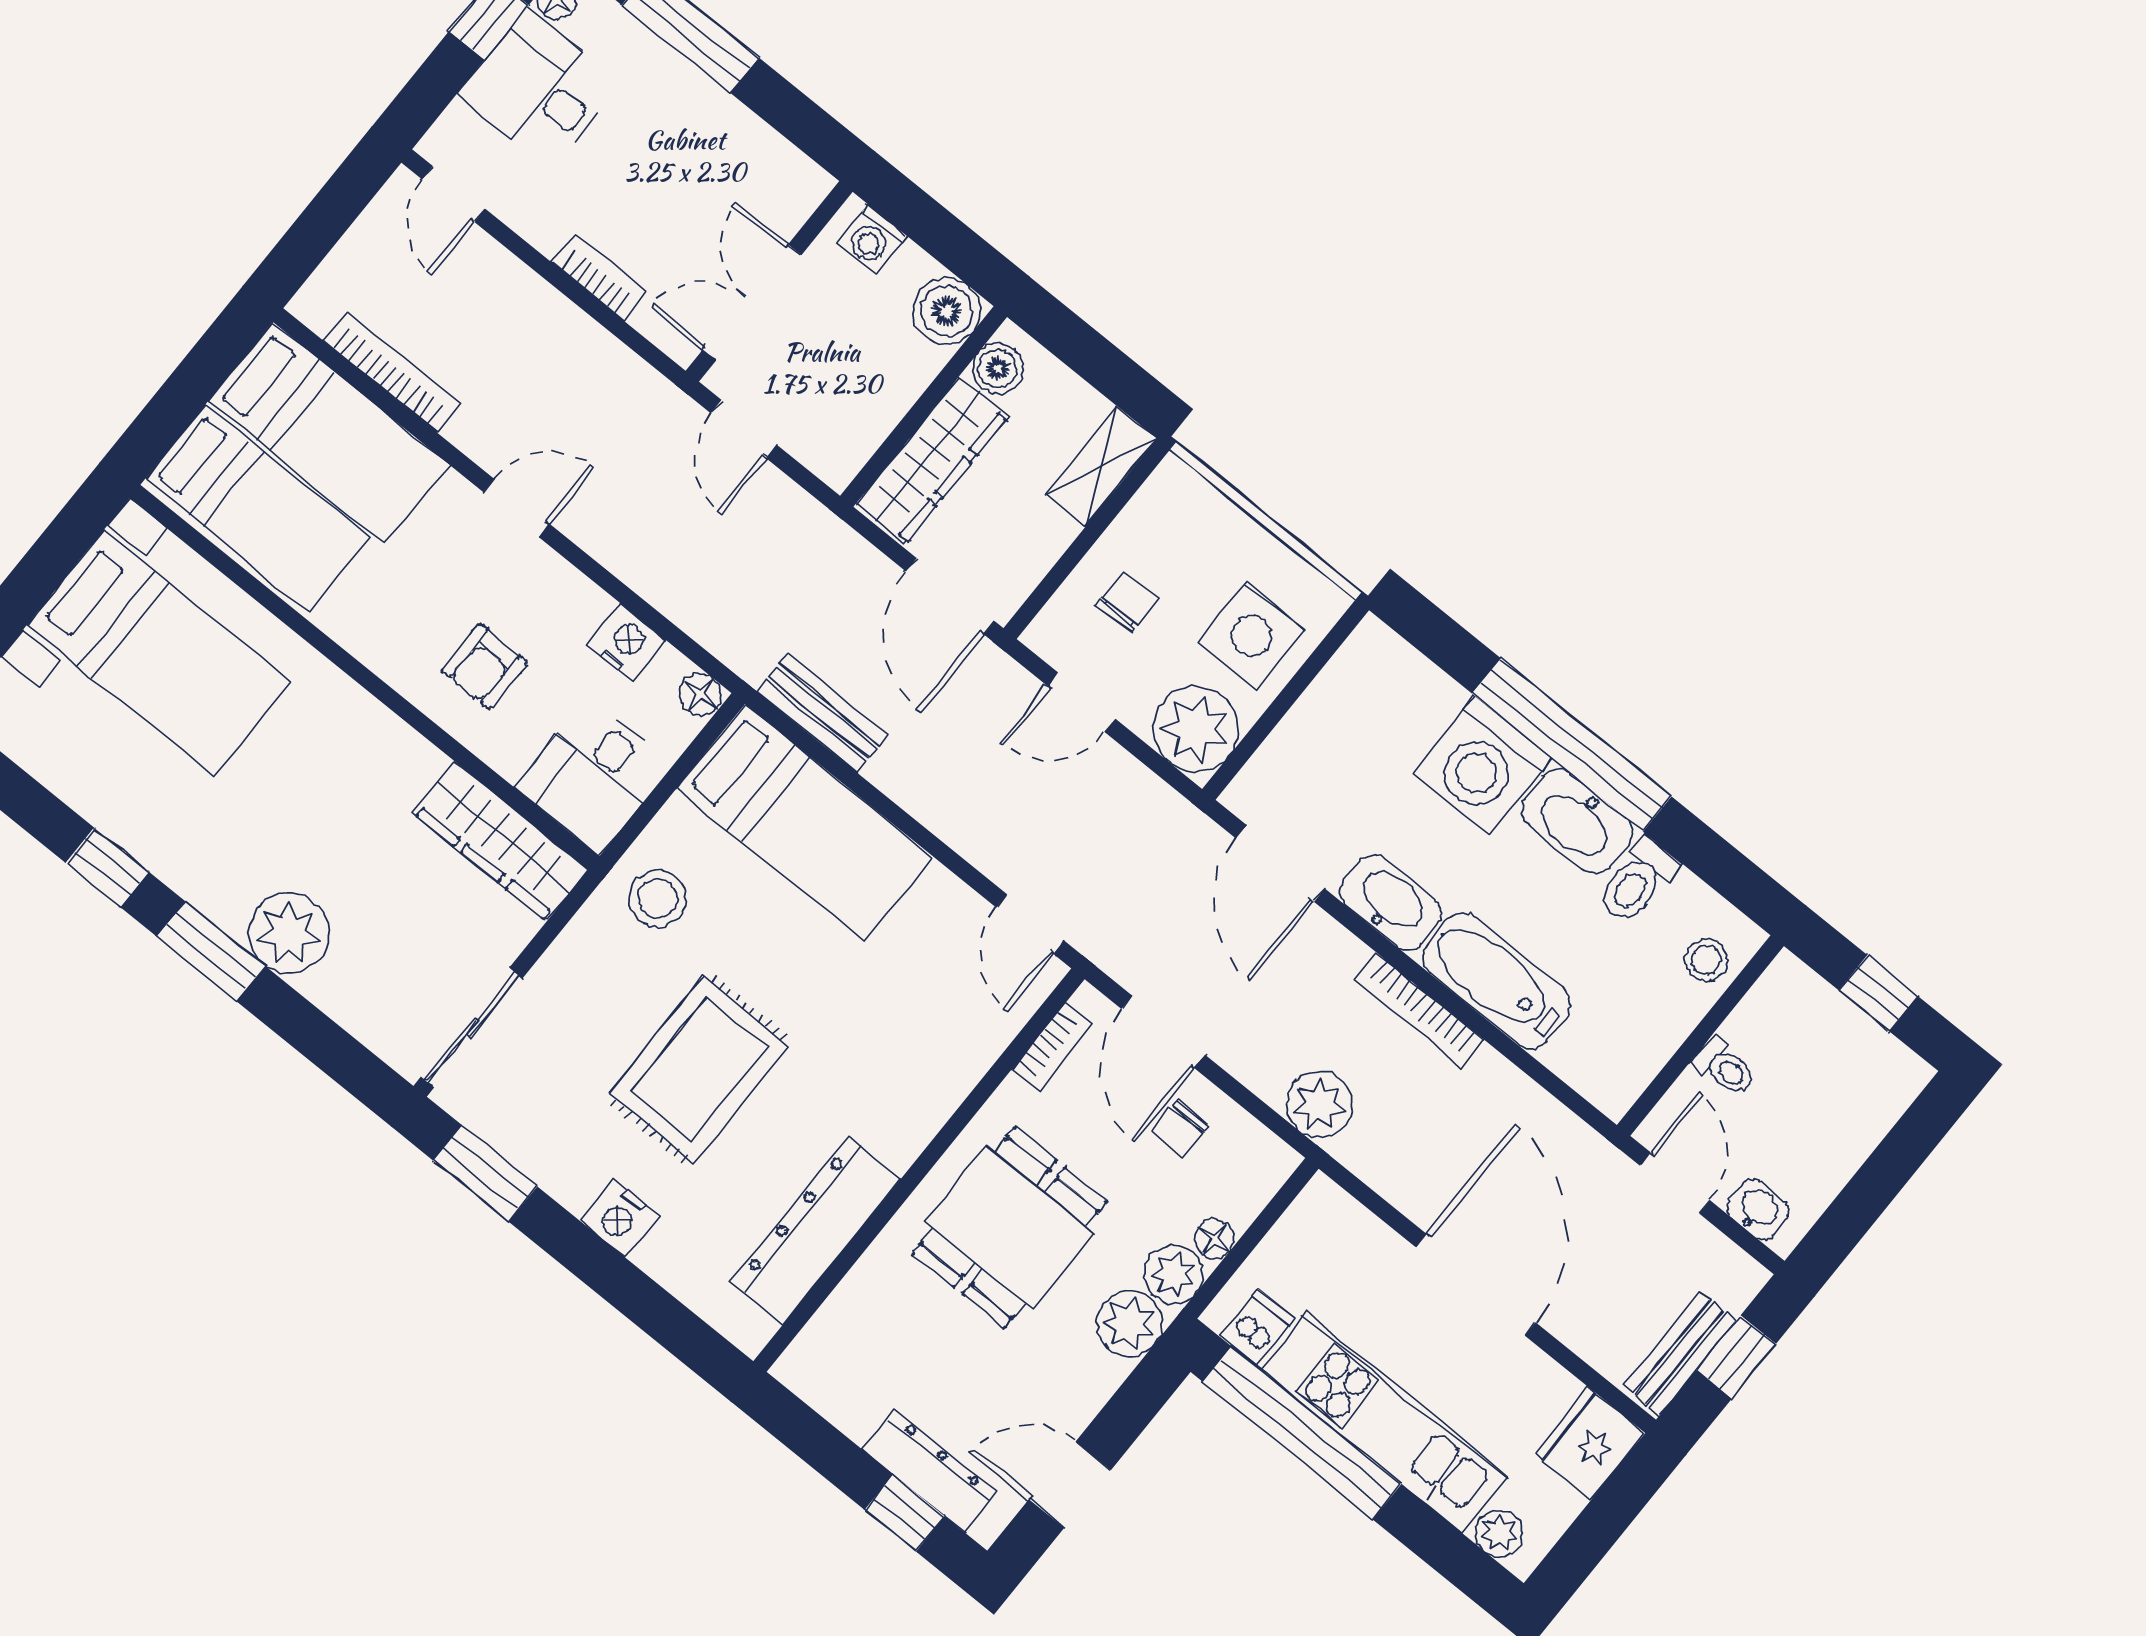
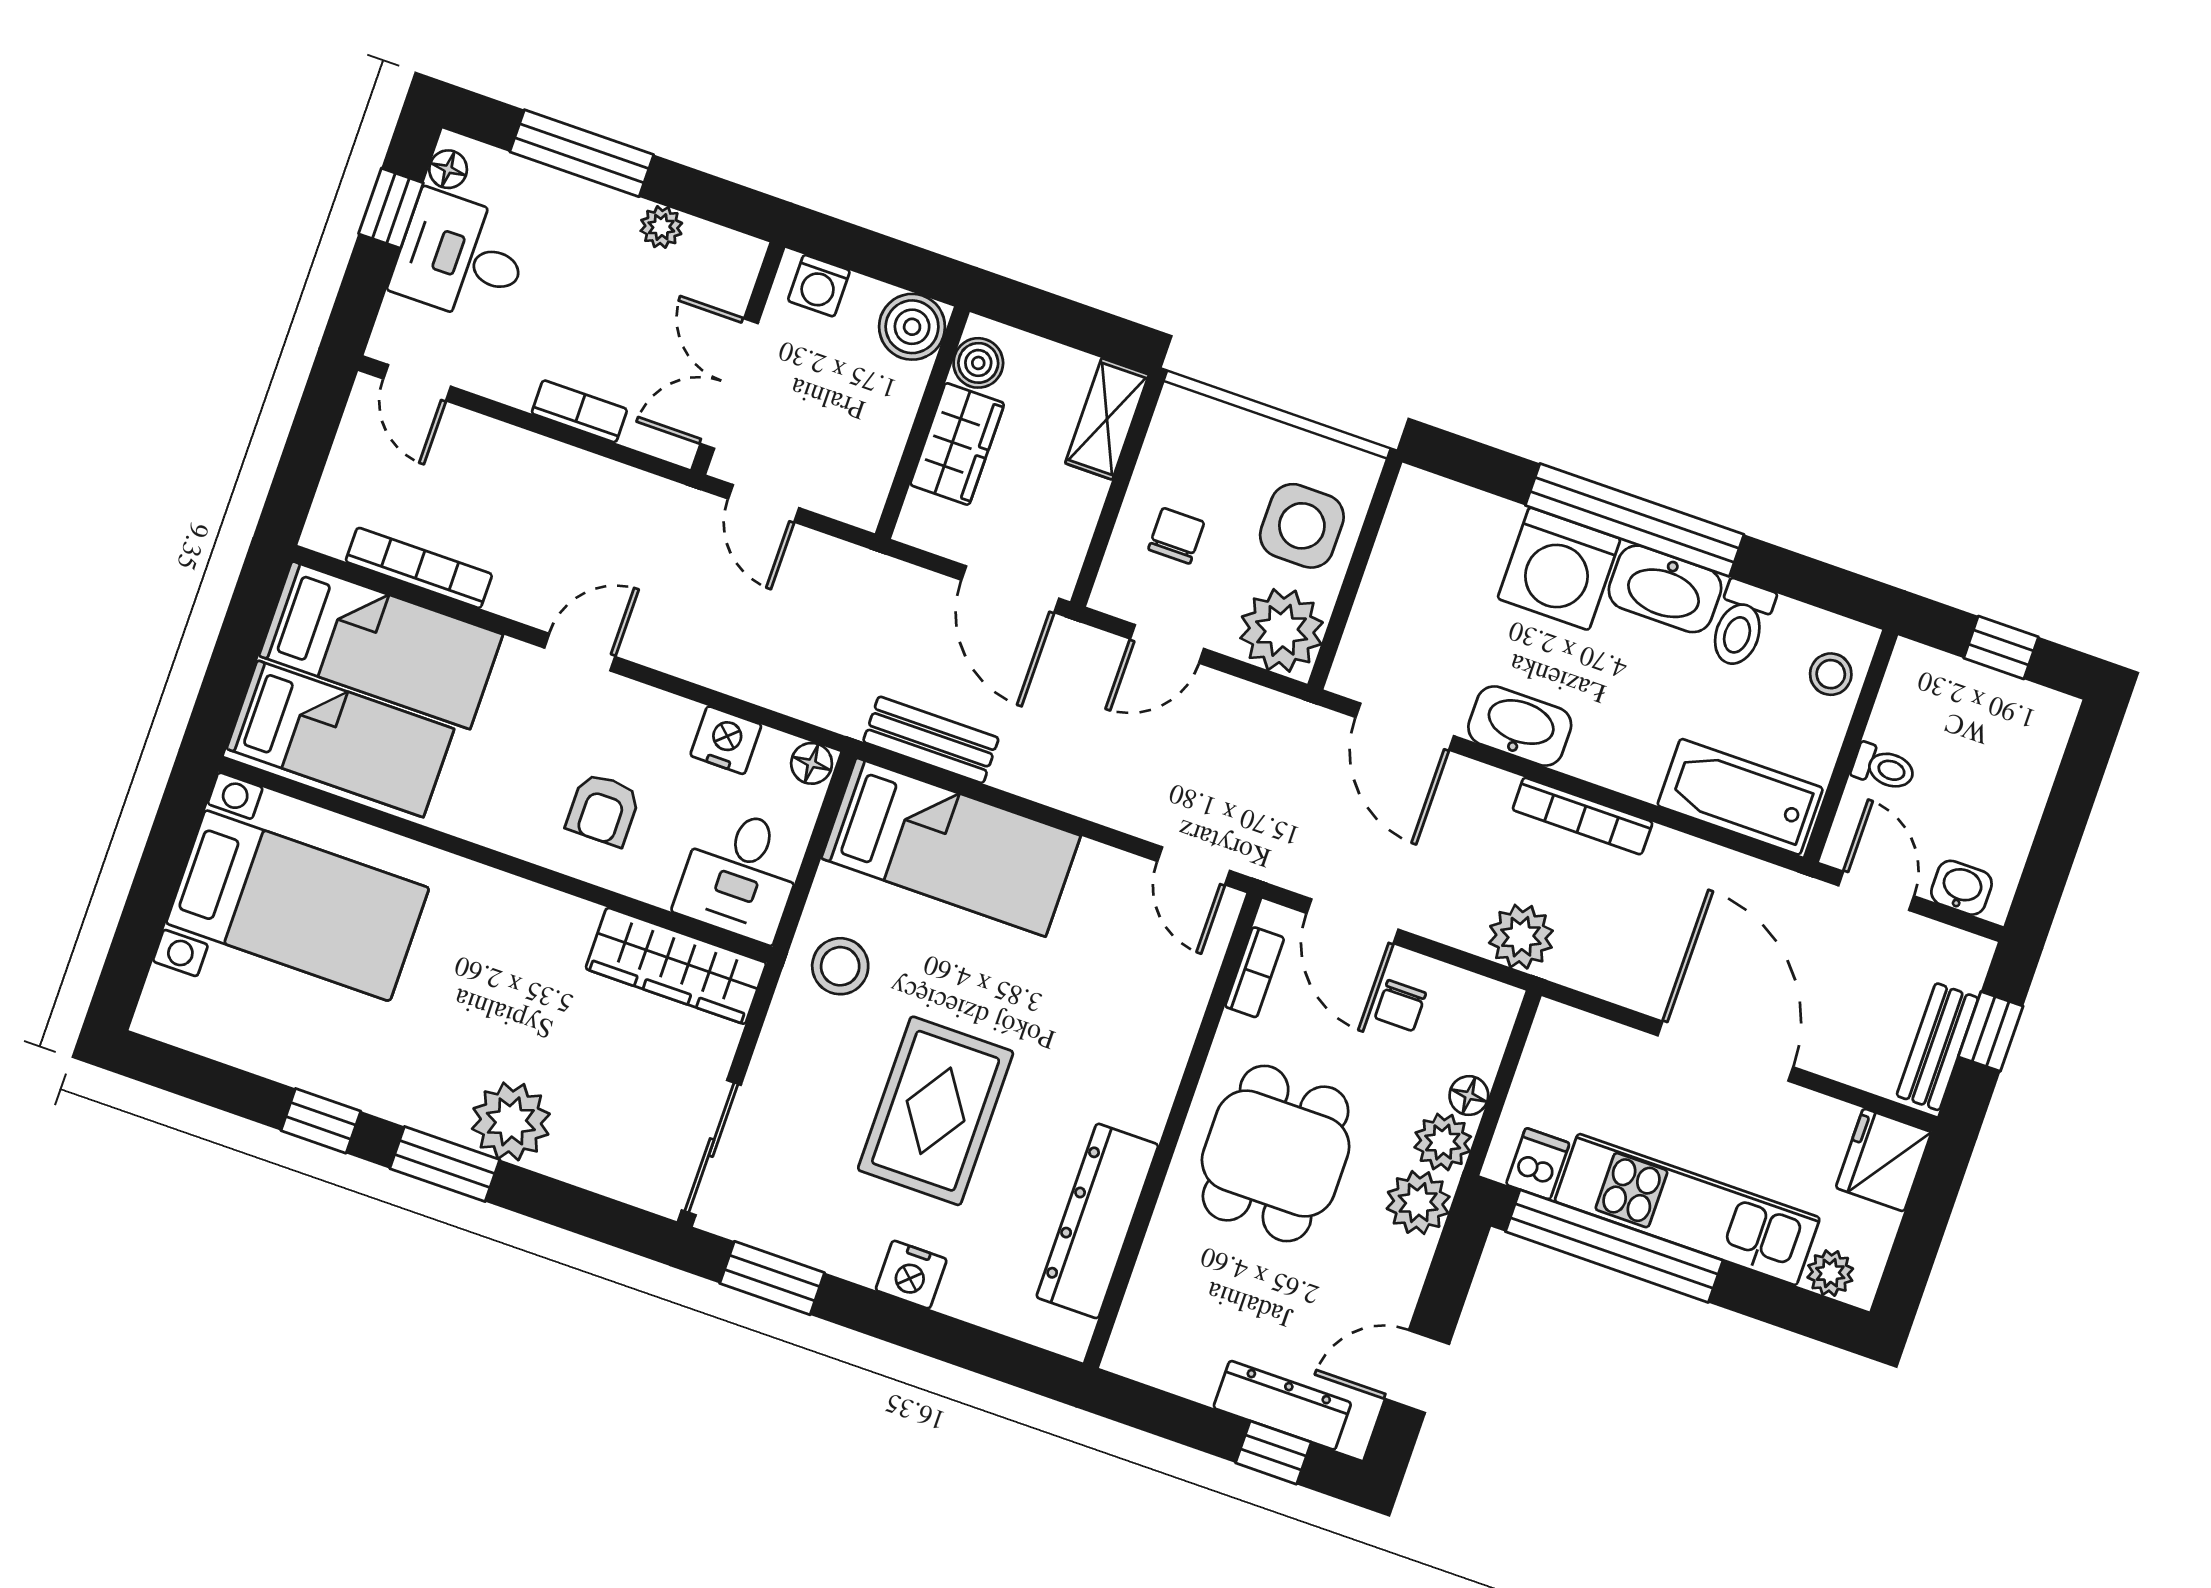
plant: (741, 129) -> (661, 227), added
wardrobe: (932, 460) -> (957, 444), width x0.67
bathtub: (1496, 981) -> (1740, 797), moved

